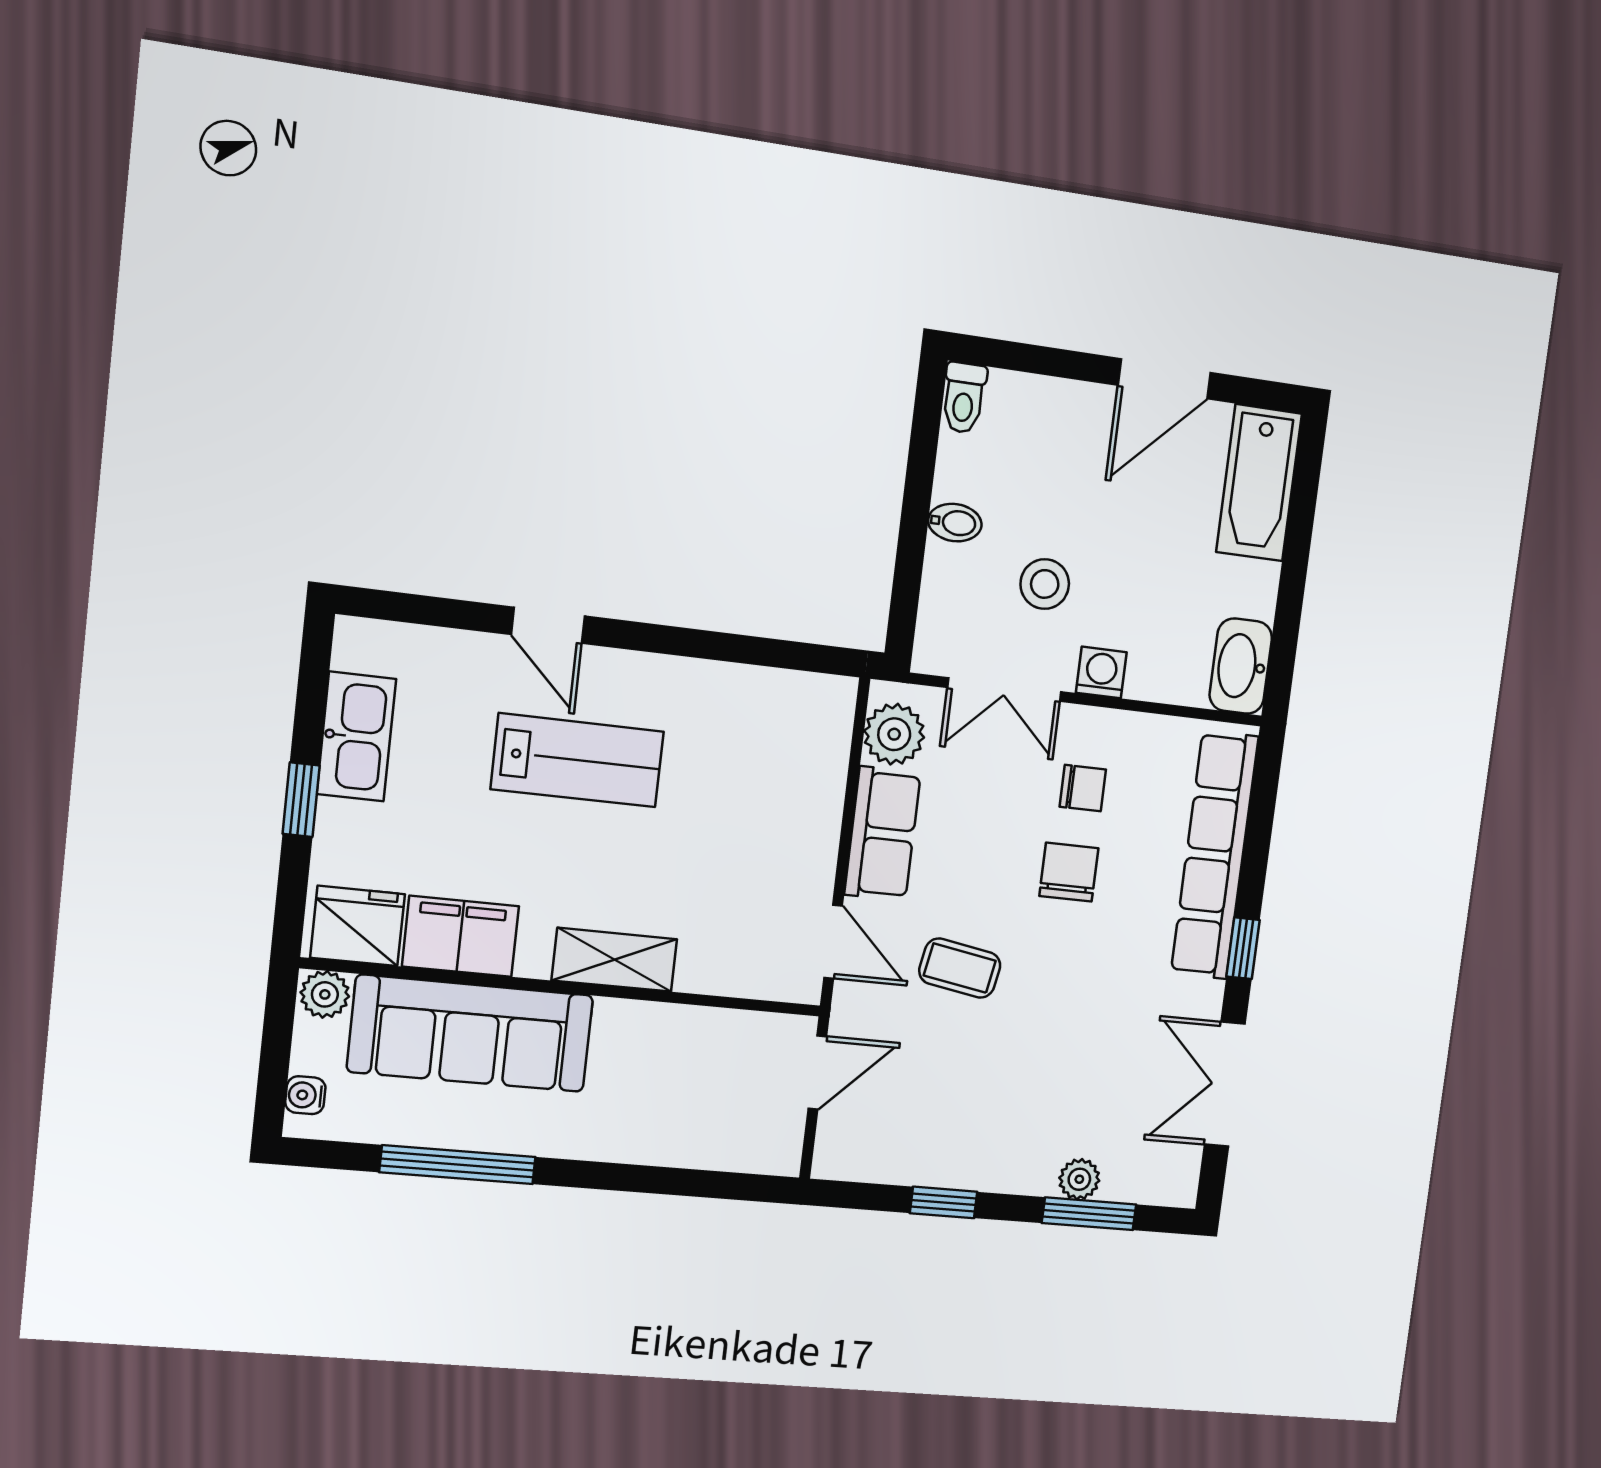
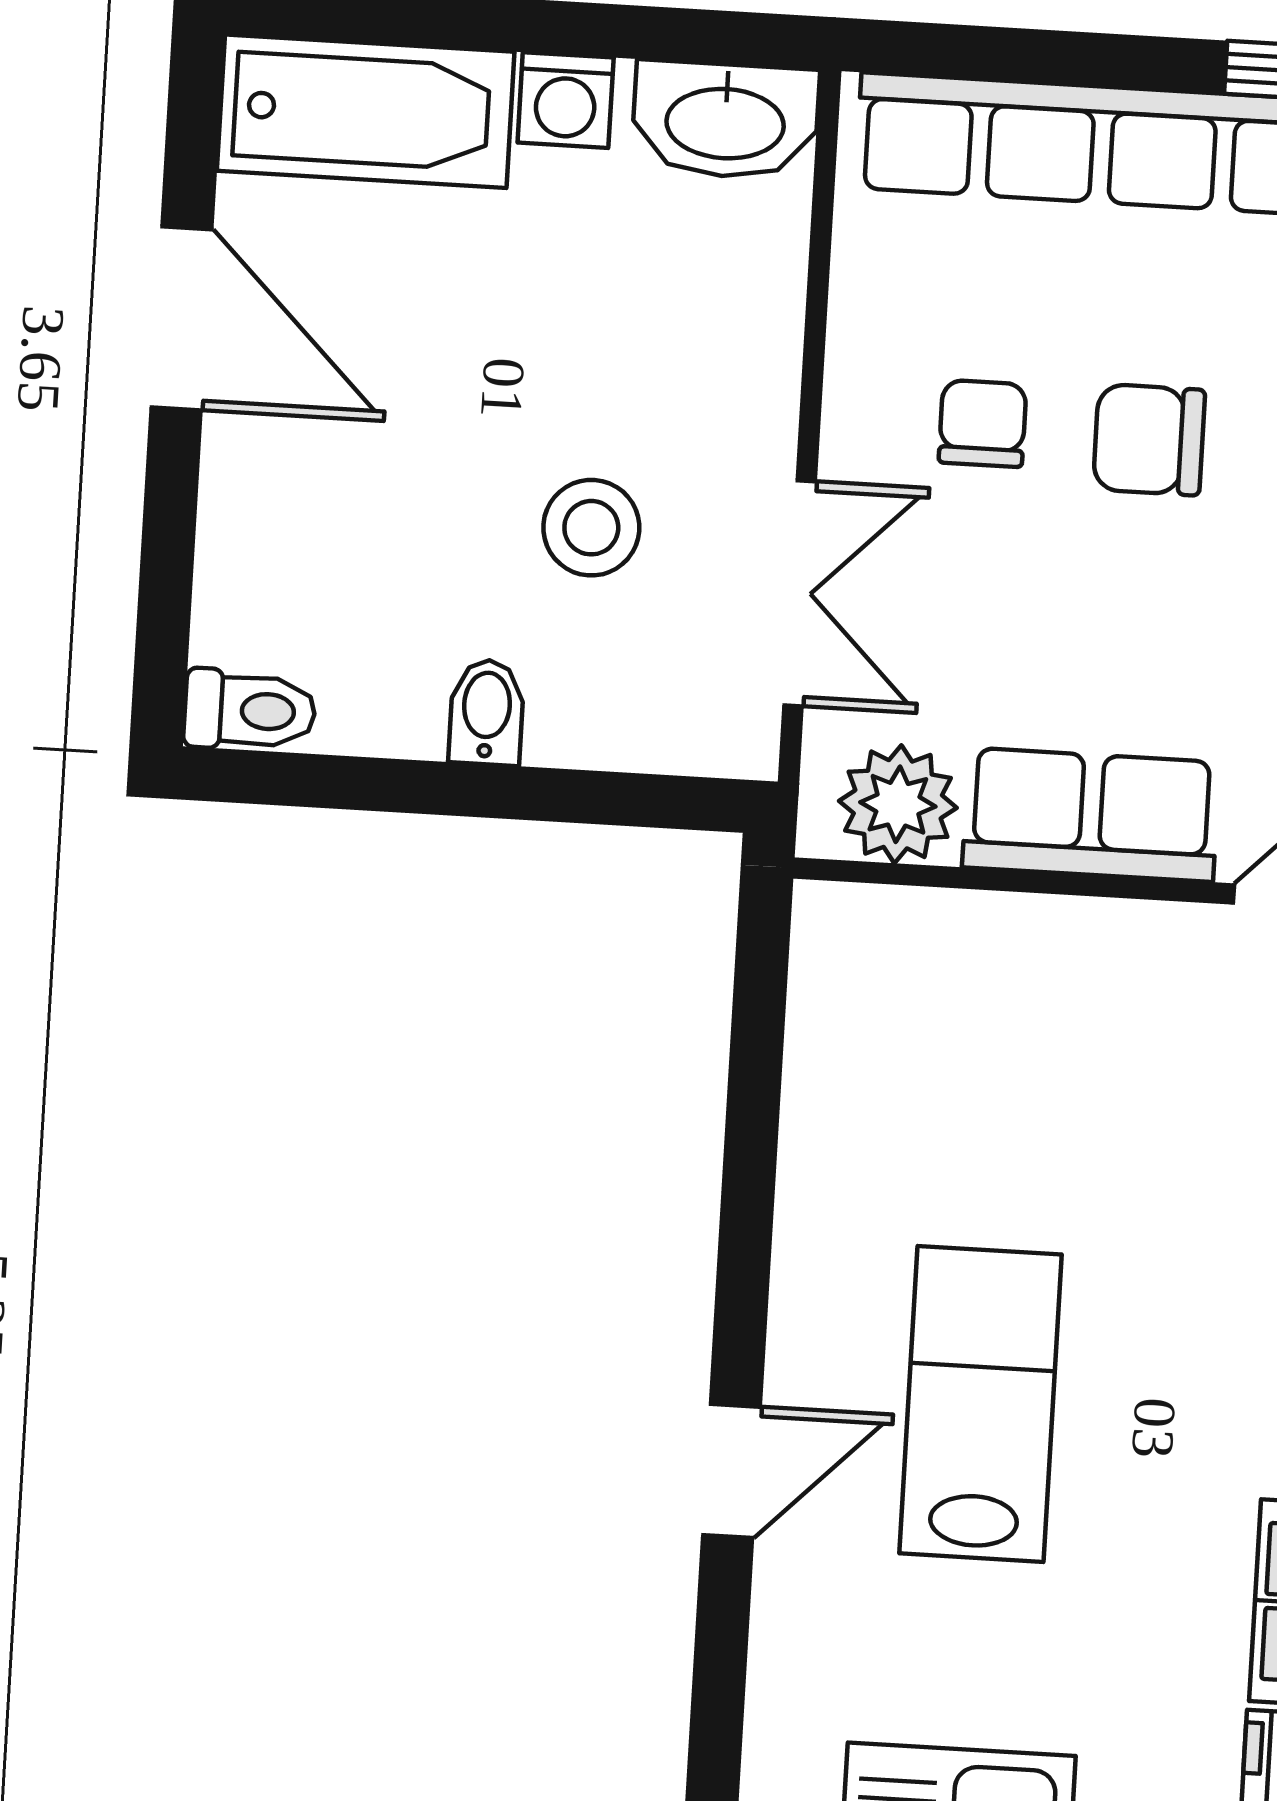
washing machine: (1101, 672) -> (566, 100), moved, turned -90

